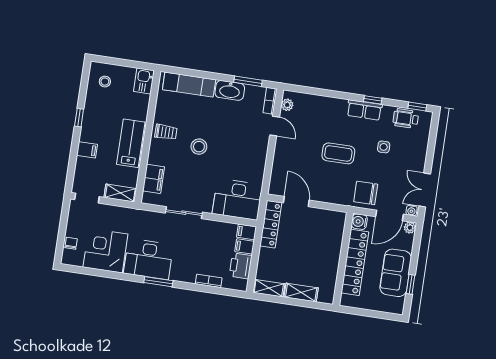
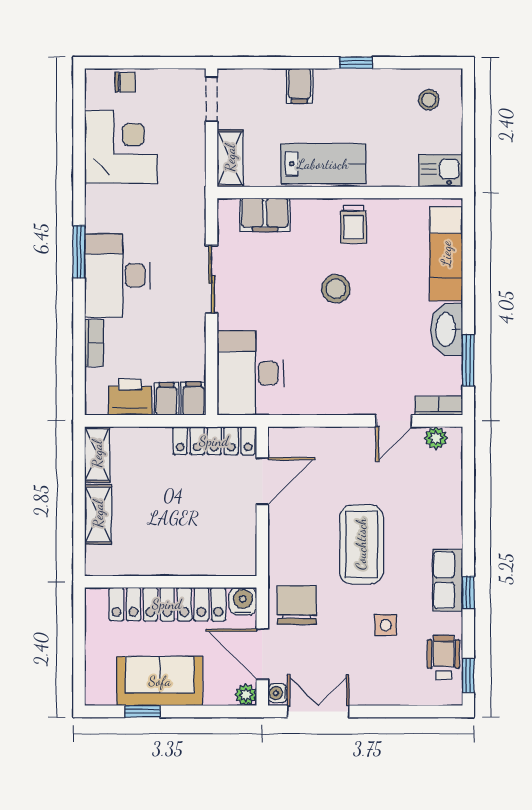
coffee table: (338, 153) -> (361, 544), width x1.36, depth x1.32
desk: (148, 259) -> (117, 276), moved

